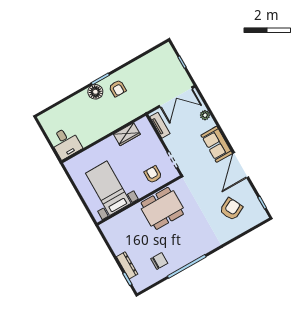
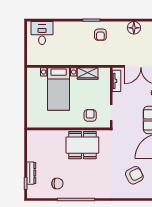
floor lamp: (95, 92) -> (134, 28), moved
desk: (66, 143) -> (42, 33), moved, turned 180
bed with nightstands: (108, 188) -> (59, 89), moved, turned 180

